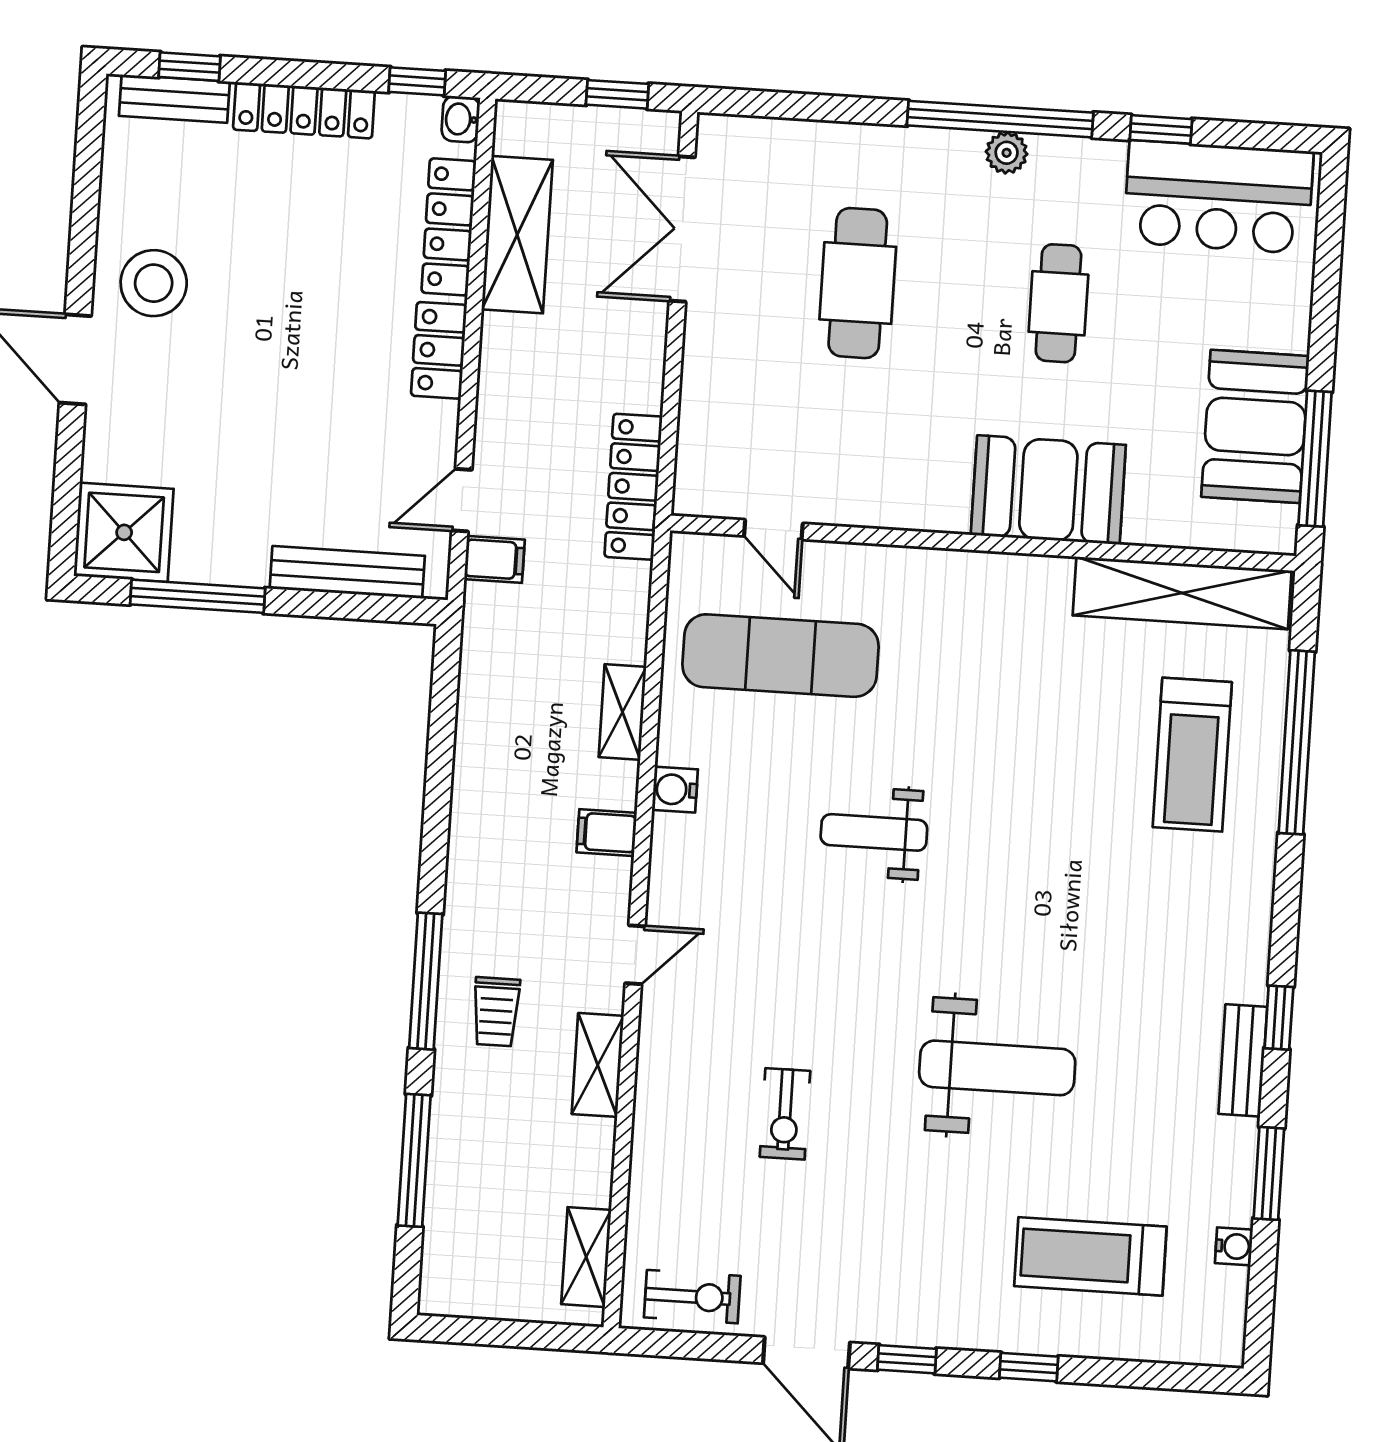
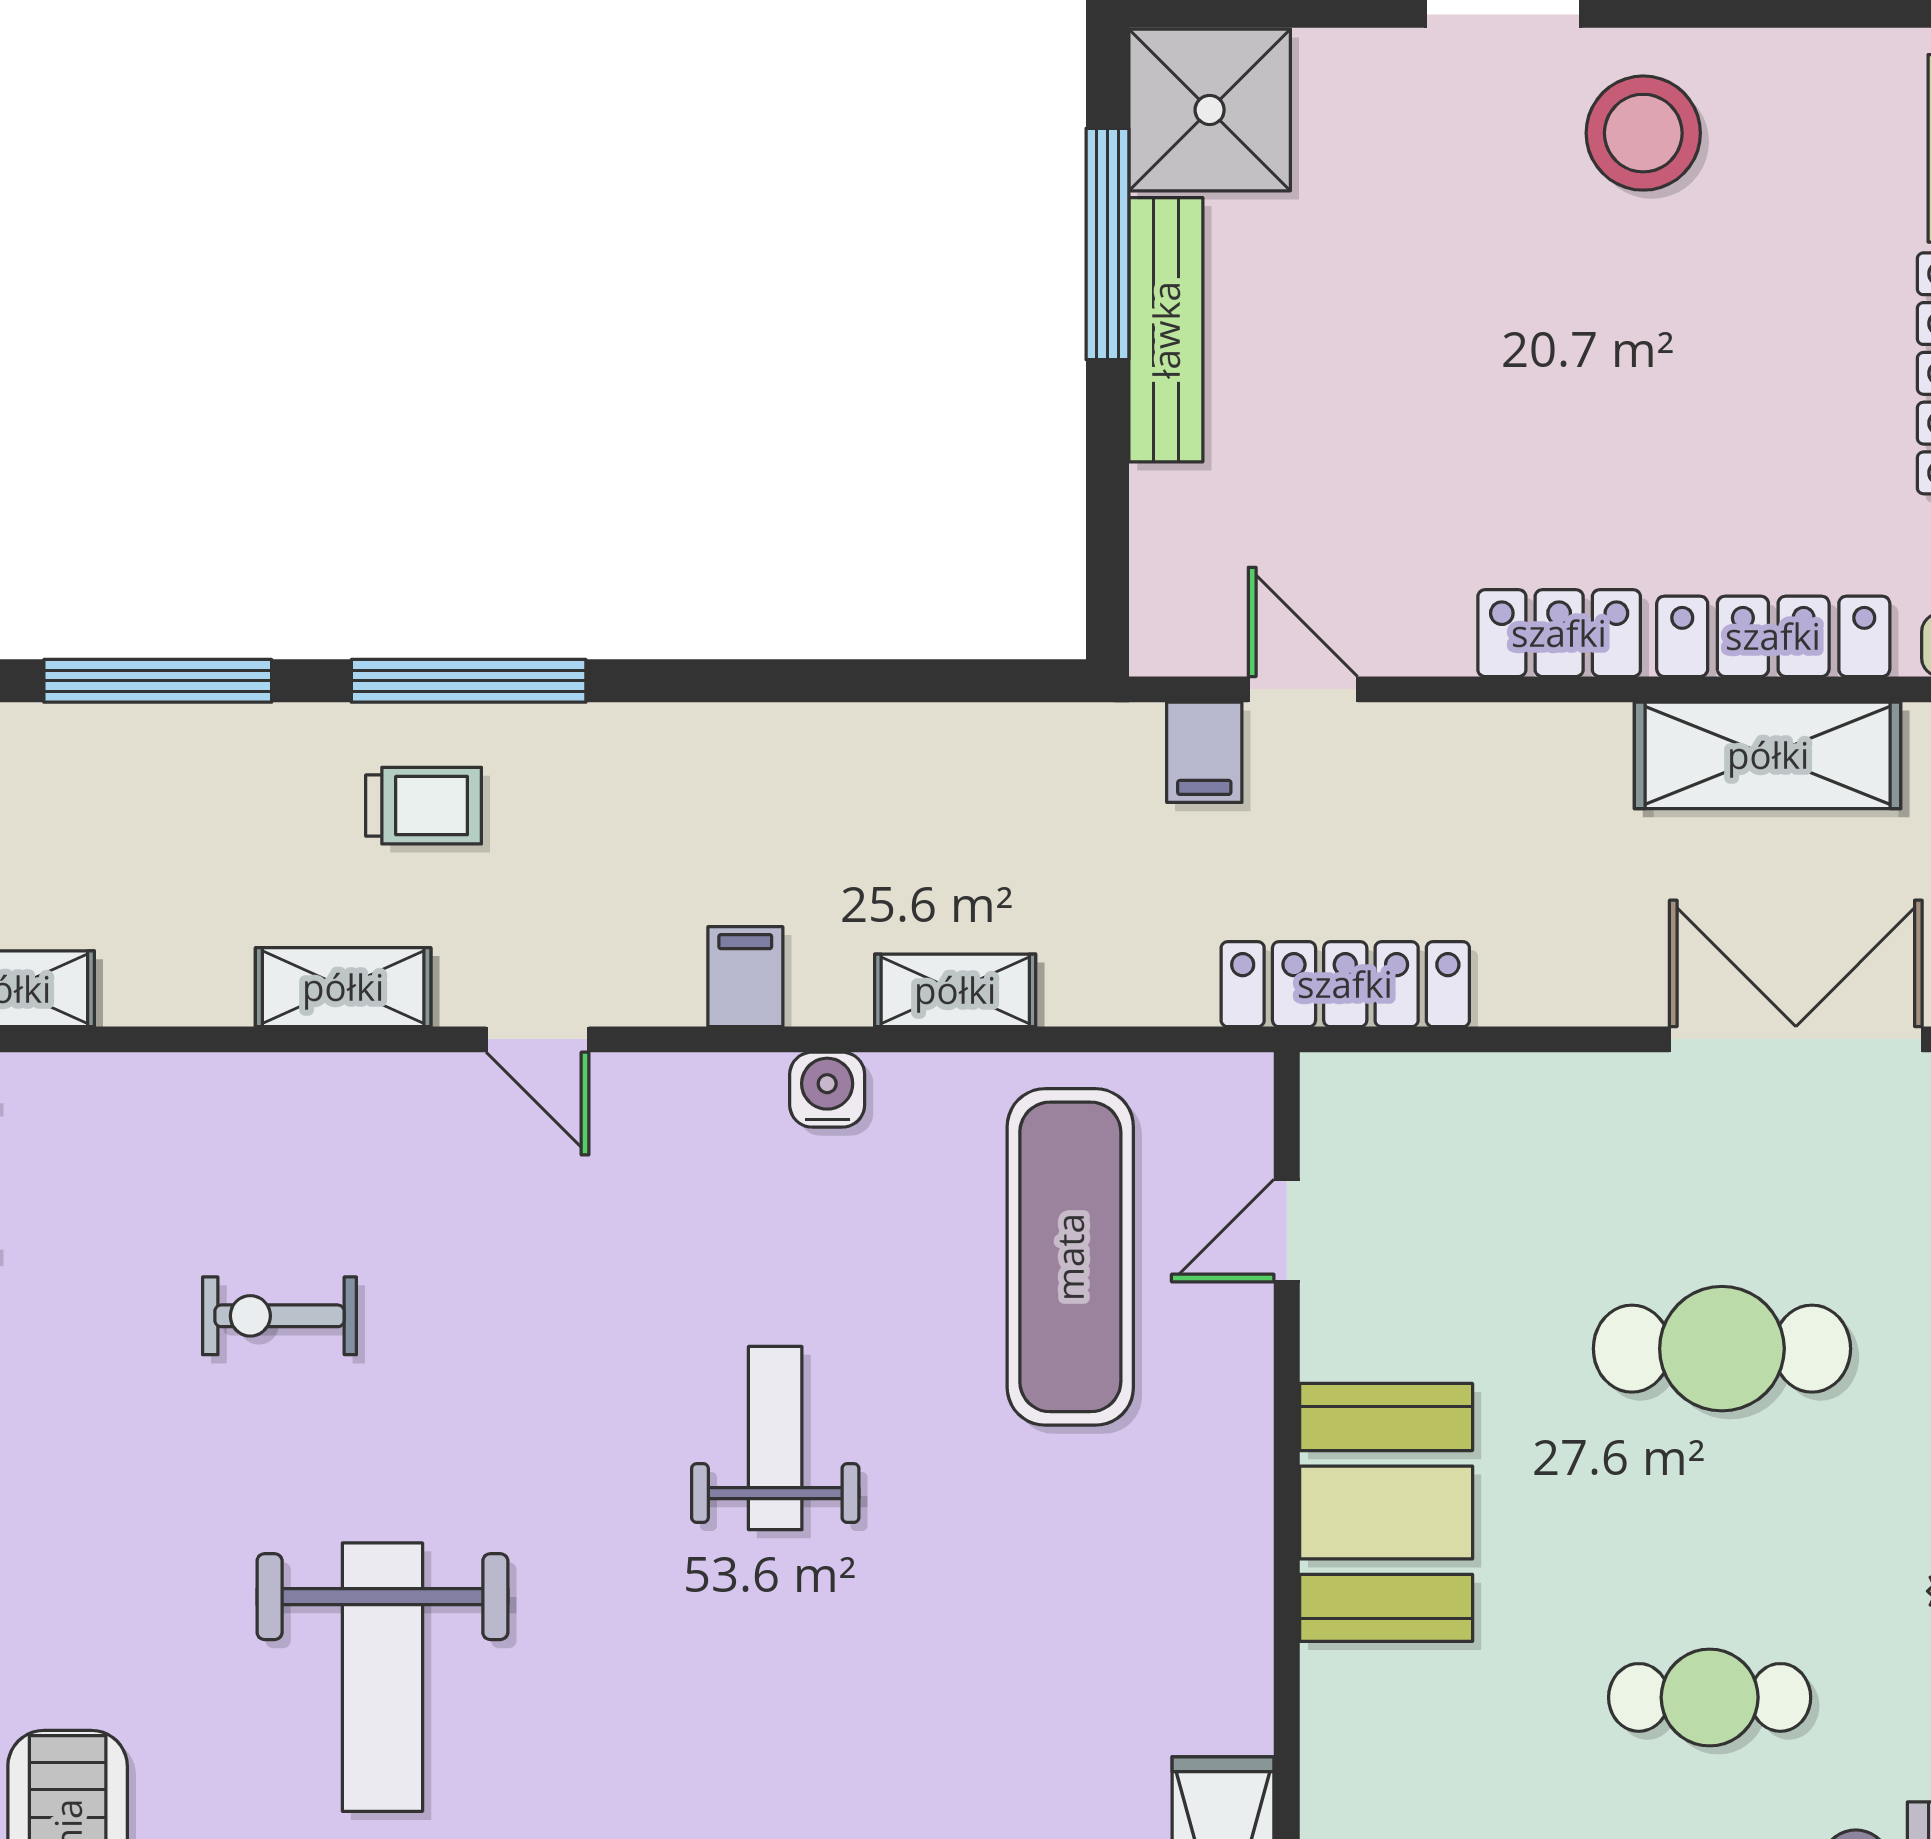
booth: (1048, 490) -> (1386, 1512), moved
bench: (347, 572) -> (1166, 330), moved
trolley: (496, 1012) -> (424, 806), turned 180

